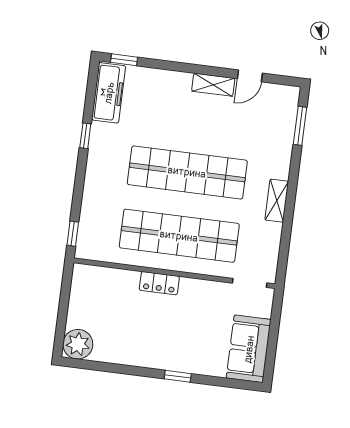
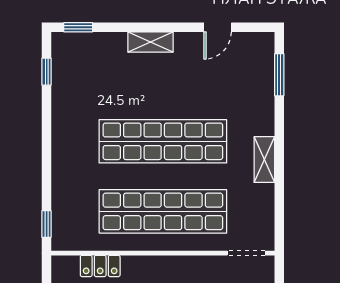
shelving: (213, 85) -> (150, 42), moved
freezer: (109, 93) -> (66, 65), removed
window: (85, 136) -> (47, 72), moved
locker: (159, 283) -> (100, 266), moved

